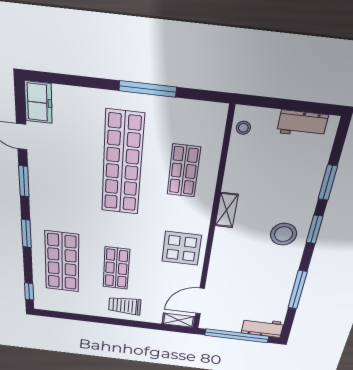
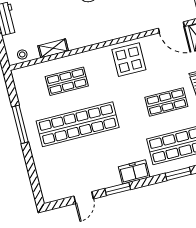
freezer: (38, 102) -> (134, 172), moved
shelving: (227, 210) -> (53, 48), moved
window: (26, 234) -> (178, 174), moved

